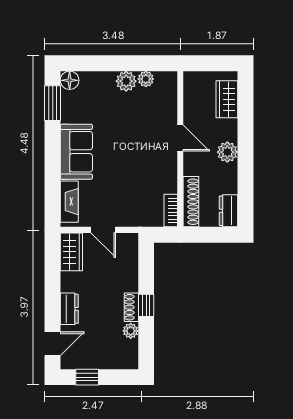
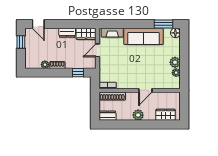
sofa: (76, 152) -> (143, 36), width x1.36
window: (146, 305) -> (78, 73), moved
dresser: (69, 309) -> (67, 33), moved

